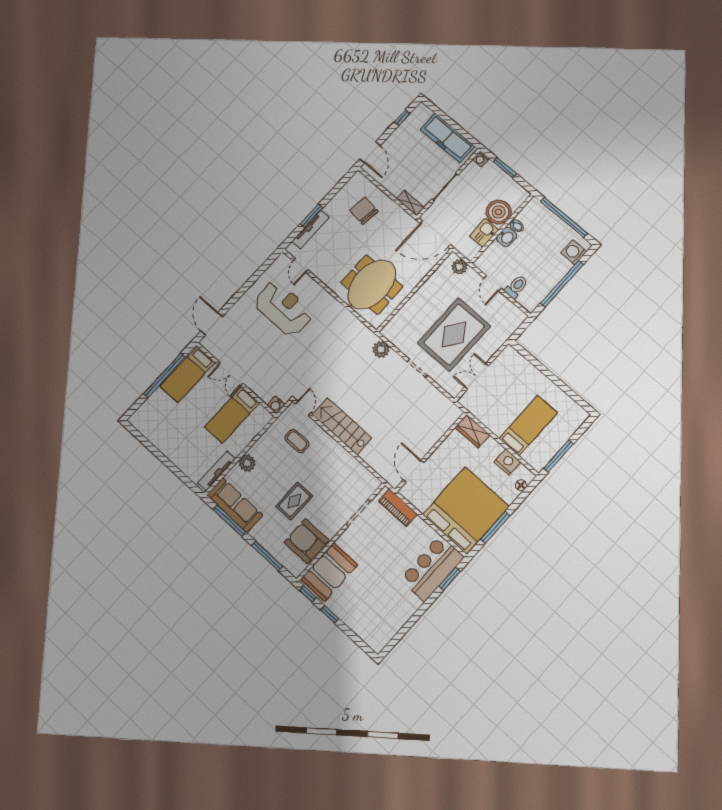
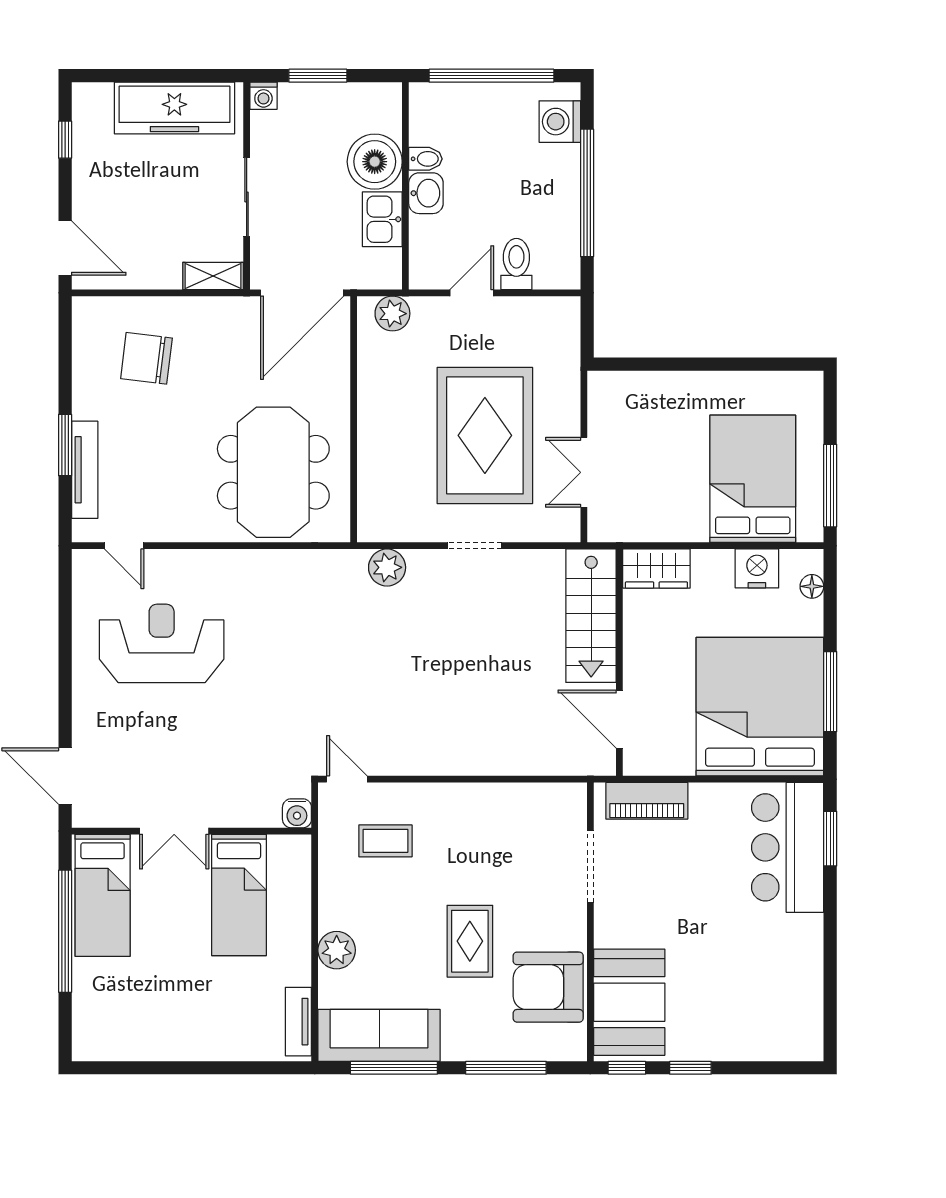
door: (492, 283) -> (472, 293), swing flipped
stairs: (342, 426) -> (591, 616), moved, turned -90
bed: (528, 426) -> (753, 479), width x1.50
tv unit: (217, 471) -> (298, 1022), width x0.71

